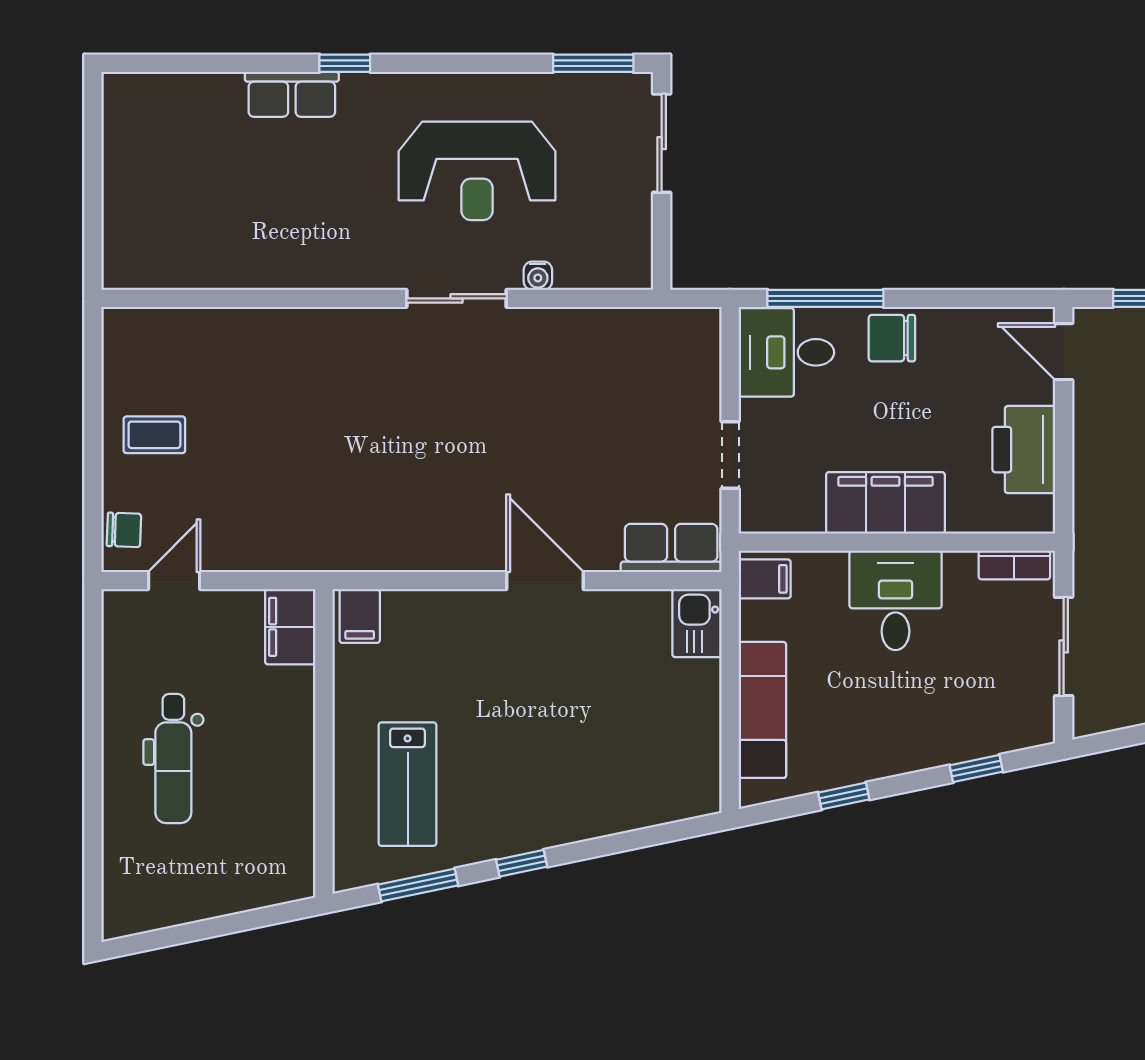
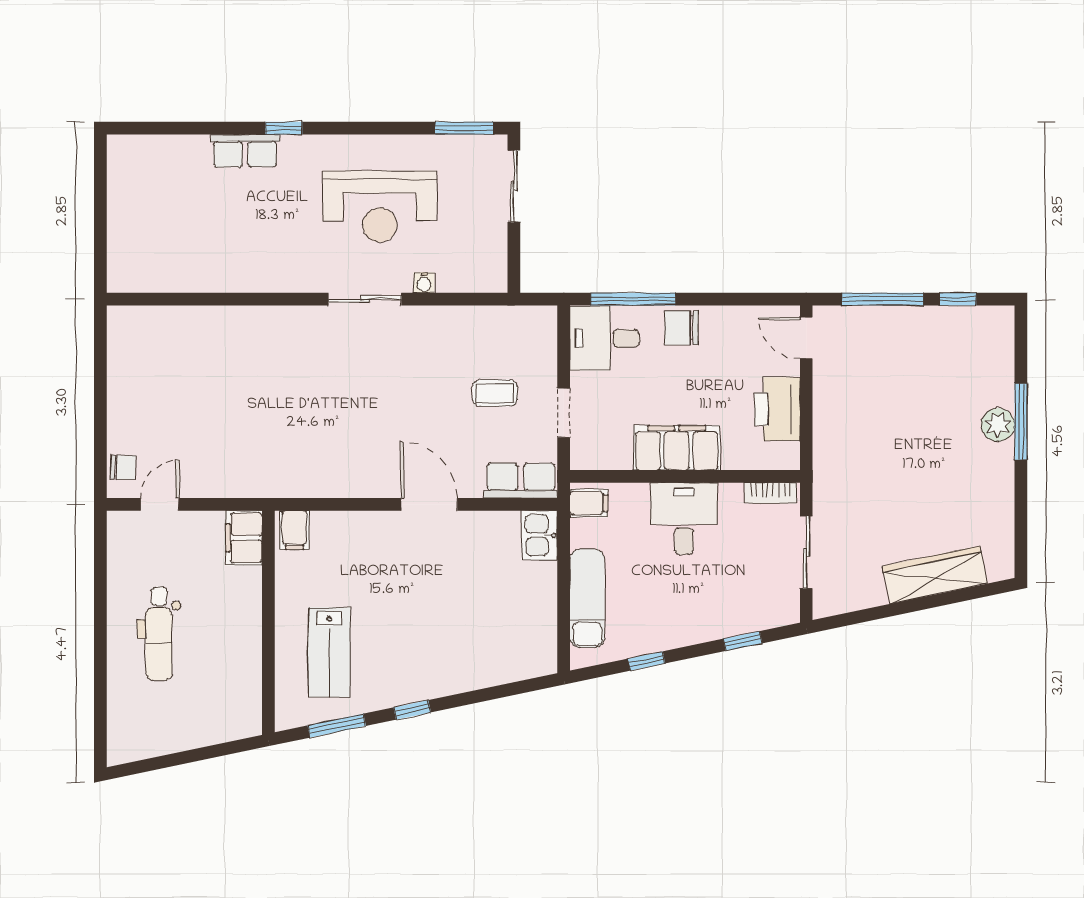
coffee table: (154, 435) -> (495, 393), moved

